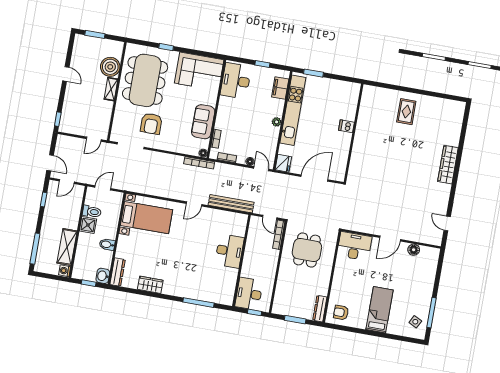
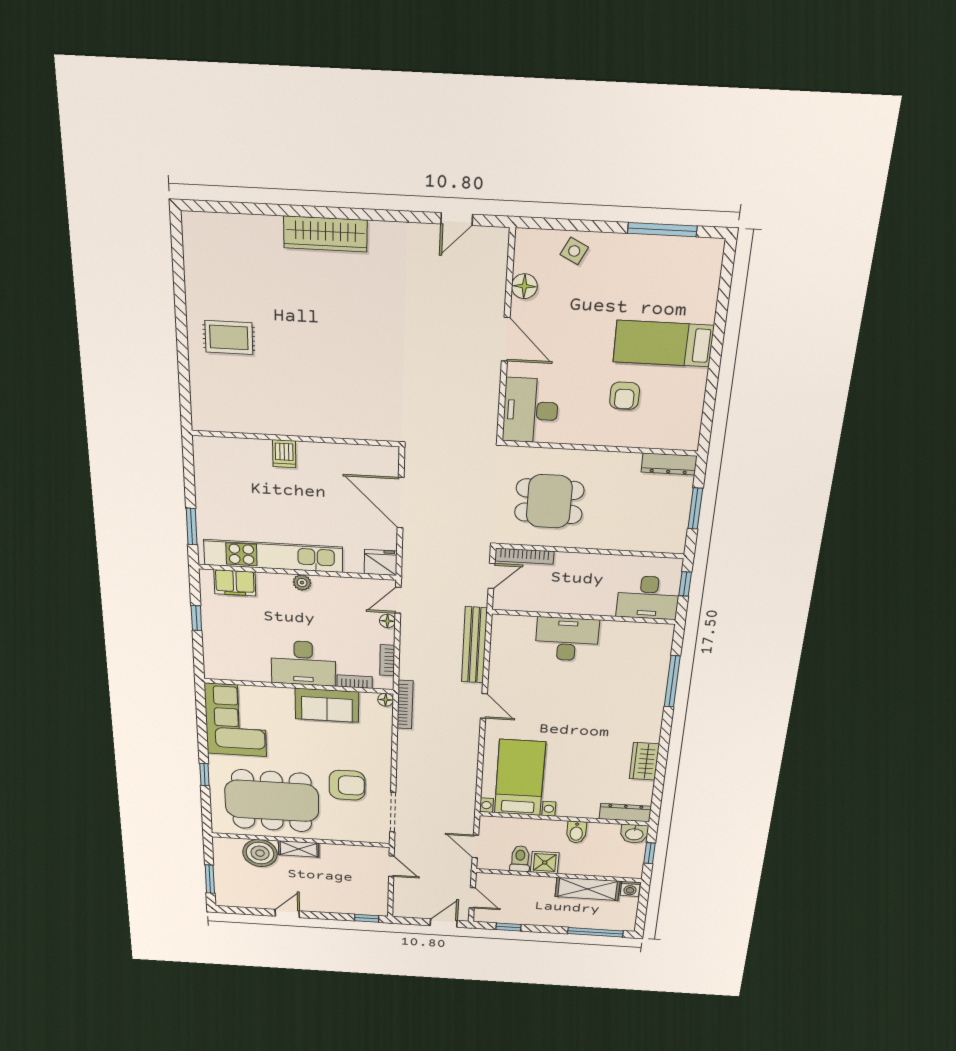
desk: (236, 81) -> (303, 663), moved
armchair: (341, 313) -> (625, 396), moved
side table: (415, 322) -> (574, 251), moved

